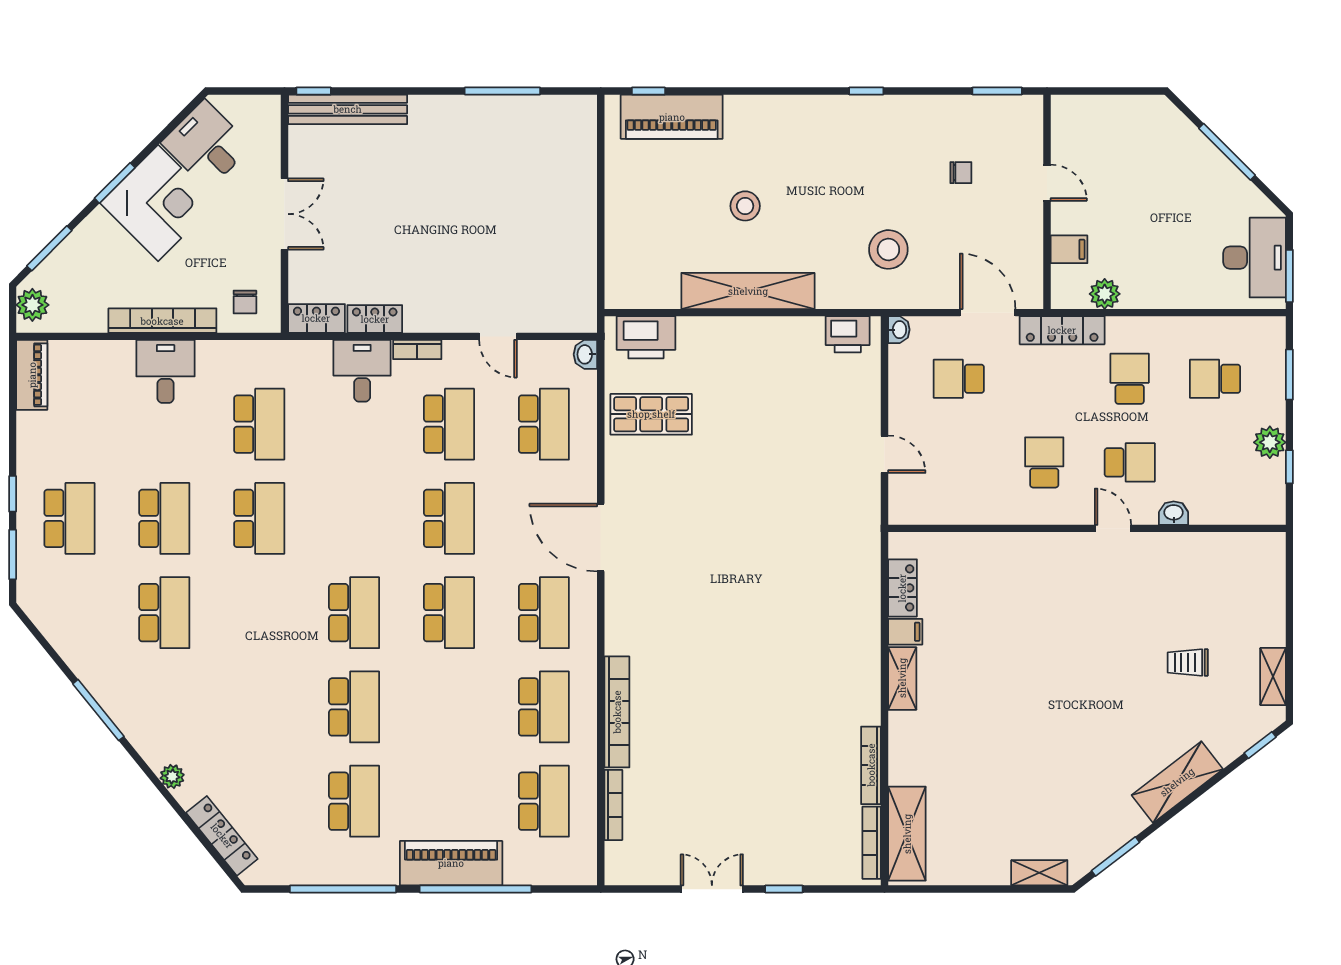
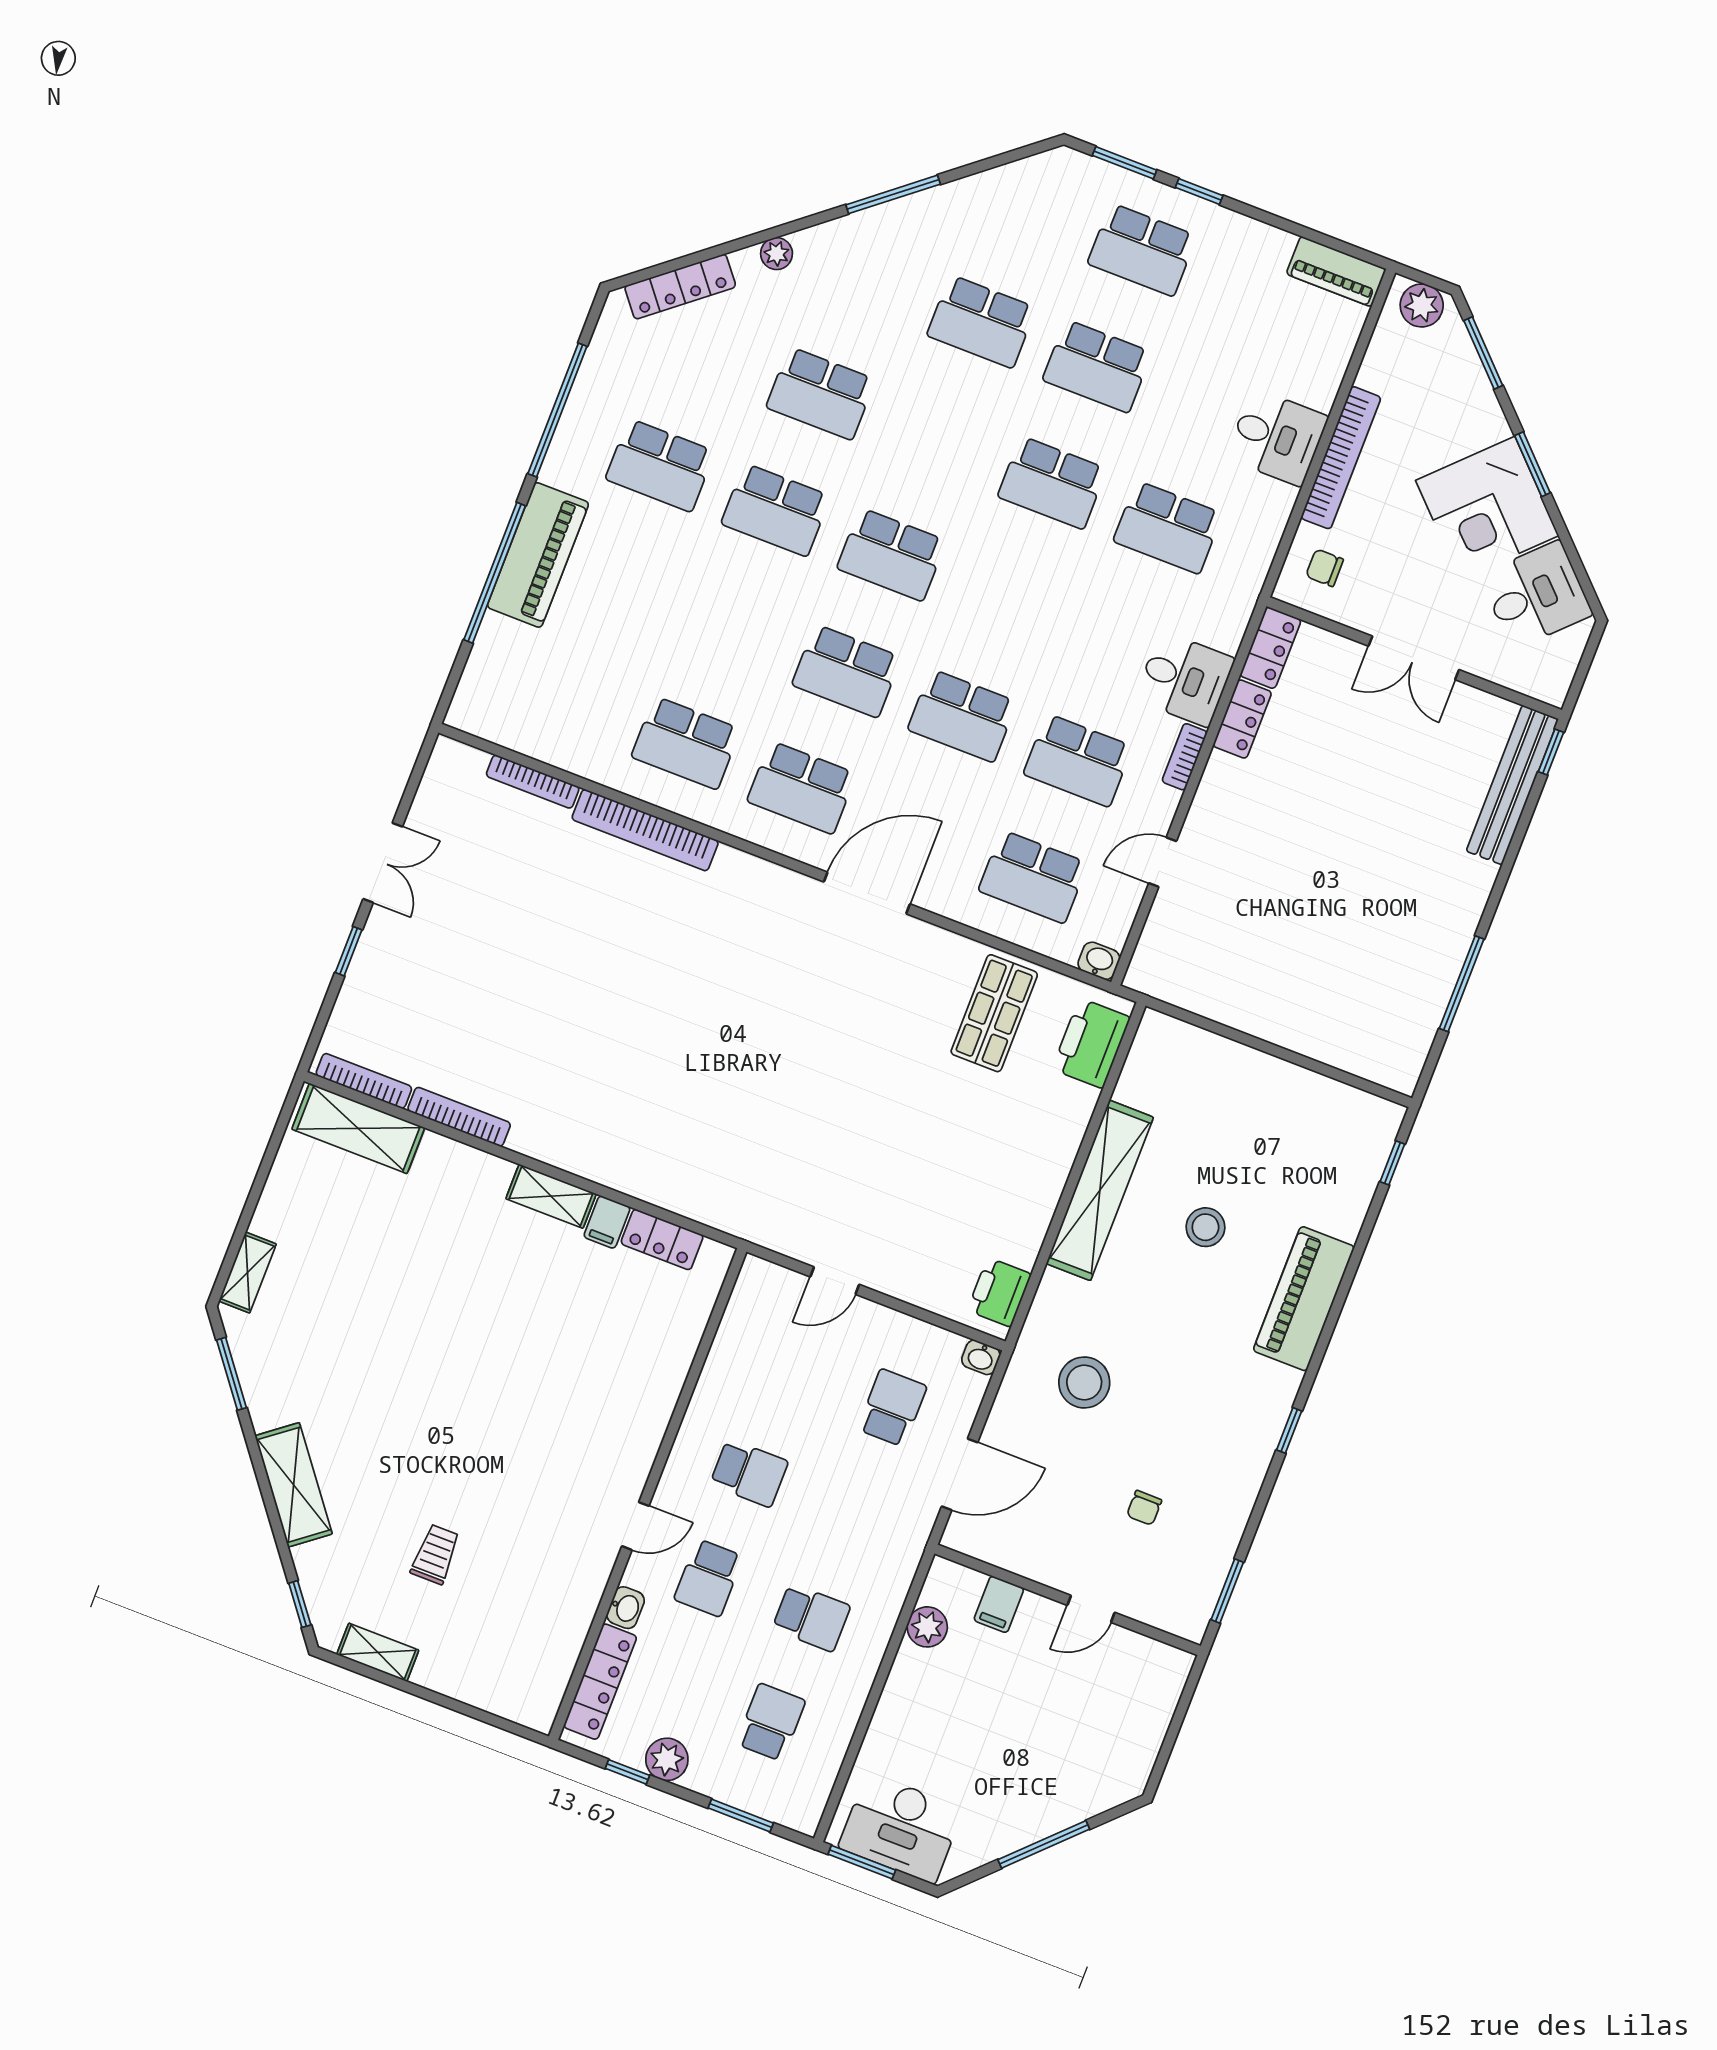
piano: (672, 117) -> (1304, 1299), moved
locker: (1062, 330) -> (600, 1682), moved, turned 180
school desk: (544, 801) -> (821, 393), moved

